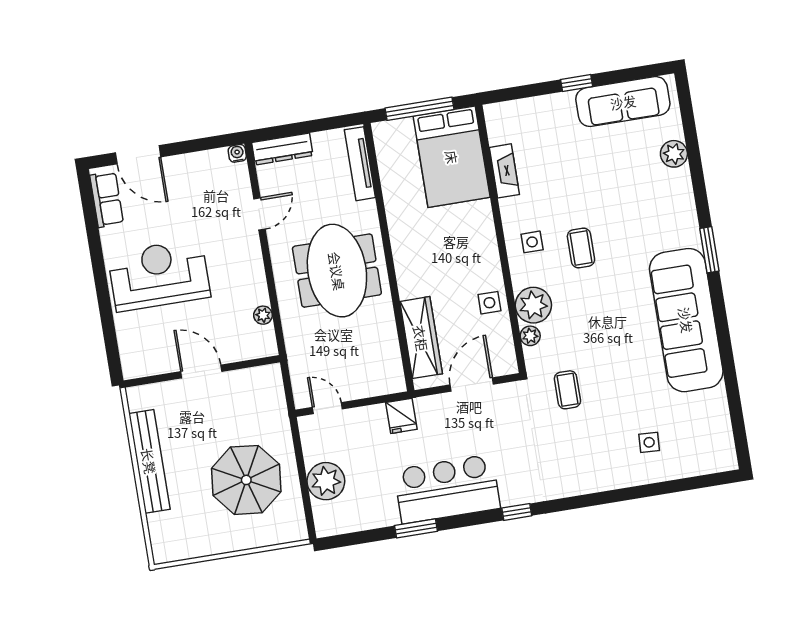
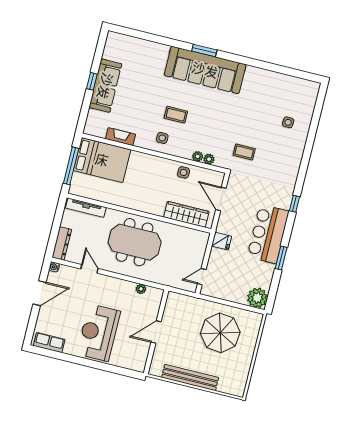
sofa: (623, 102) -> (105, 86), moved
plant: (674, 154) -> (148, 48), removed
door: (138, 155) -> (40, 293), moved
plant: (533, 305) -> (198, 156), width x0.53, depth x0.53
sofa: (686, 320) -> (205, 70), moved
plant: (326, 481) -> (257, 298), moved

